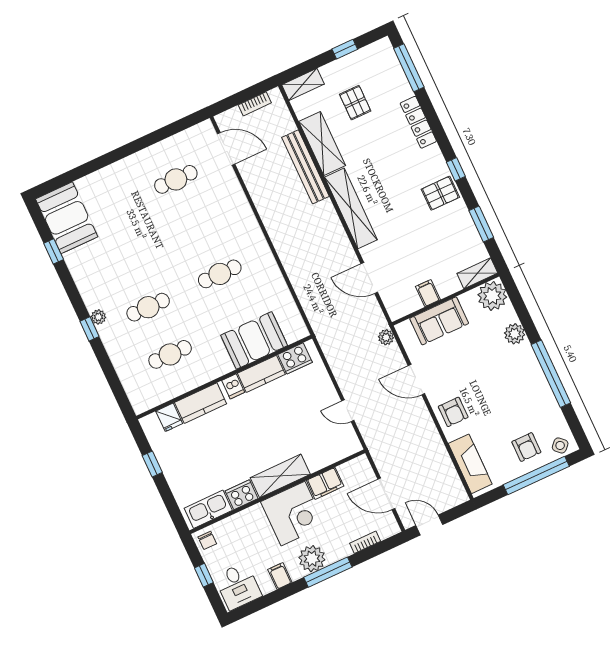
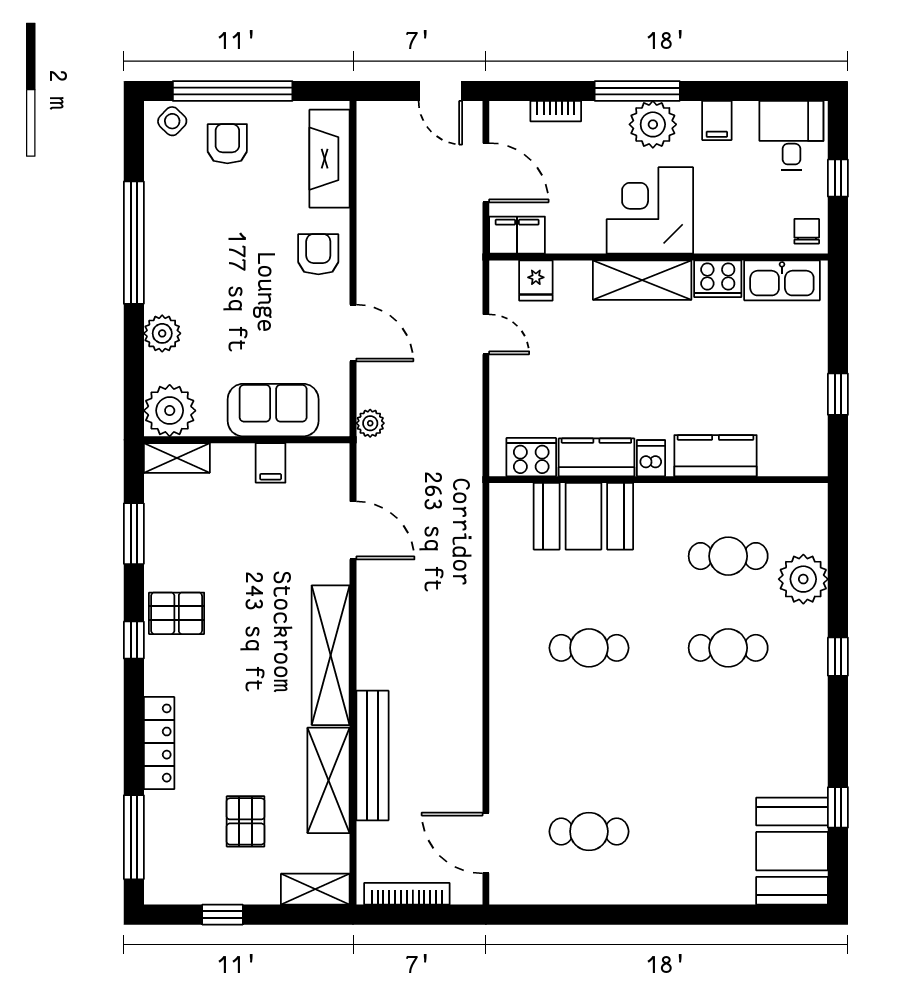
bookcase: (255, 104) -> (407, 894), width x1.56
plant: (98, 317) -> (803, 579), moved, width x1.88, depth x1.88
fridge: (169, 417) -> (536, 280), moved, turned 180
filing cabinet: (325, 483) -> (517, 235), moved

